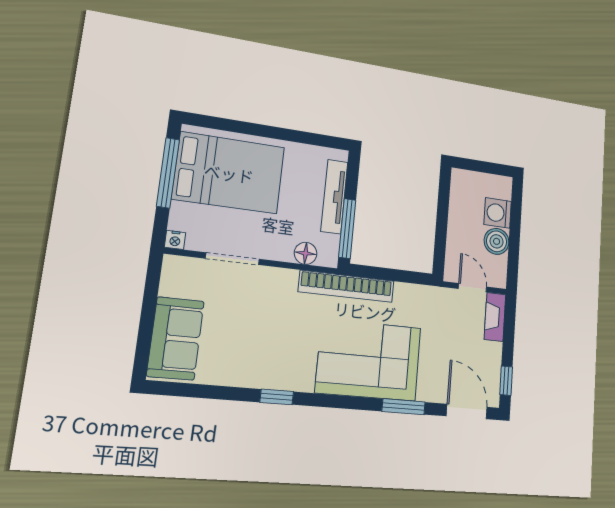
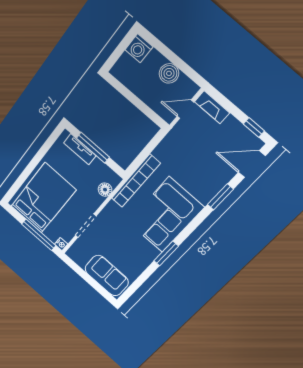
window: (168, 173) -> (39, 235), moved
tv unit: (334, 197) -> (80, 149), width x0.71
washing machine: (498, 213) -> (139, 48), moved
window: (347, 228) -> (93, 148), moved
corner sofa: (369, 360) -> (166, 215), moved
window: (277, 397) -> (166, 253), width x1.50

